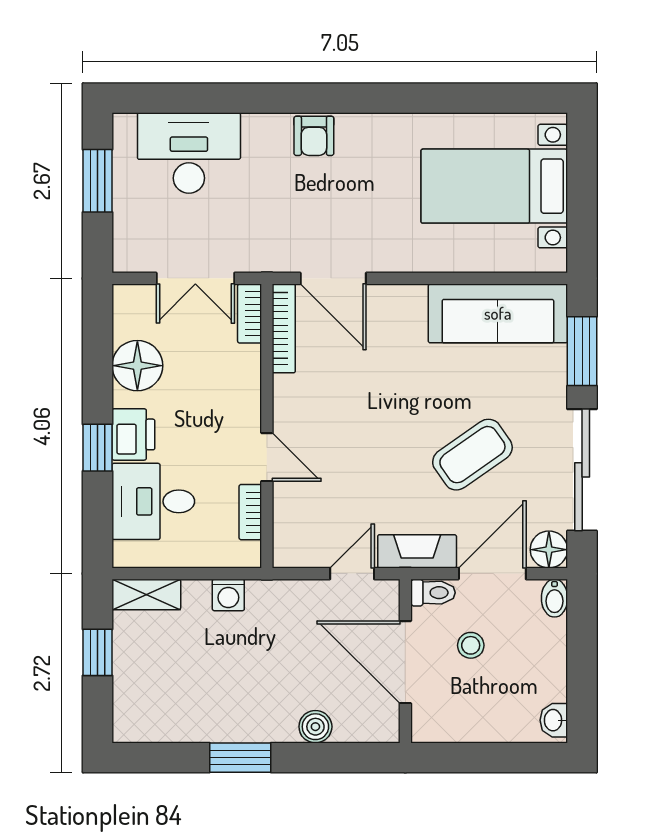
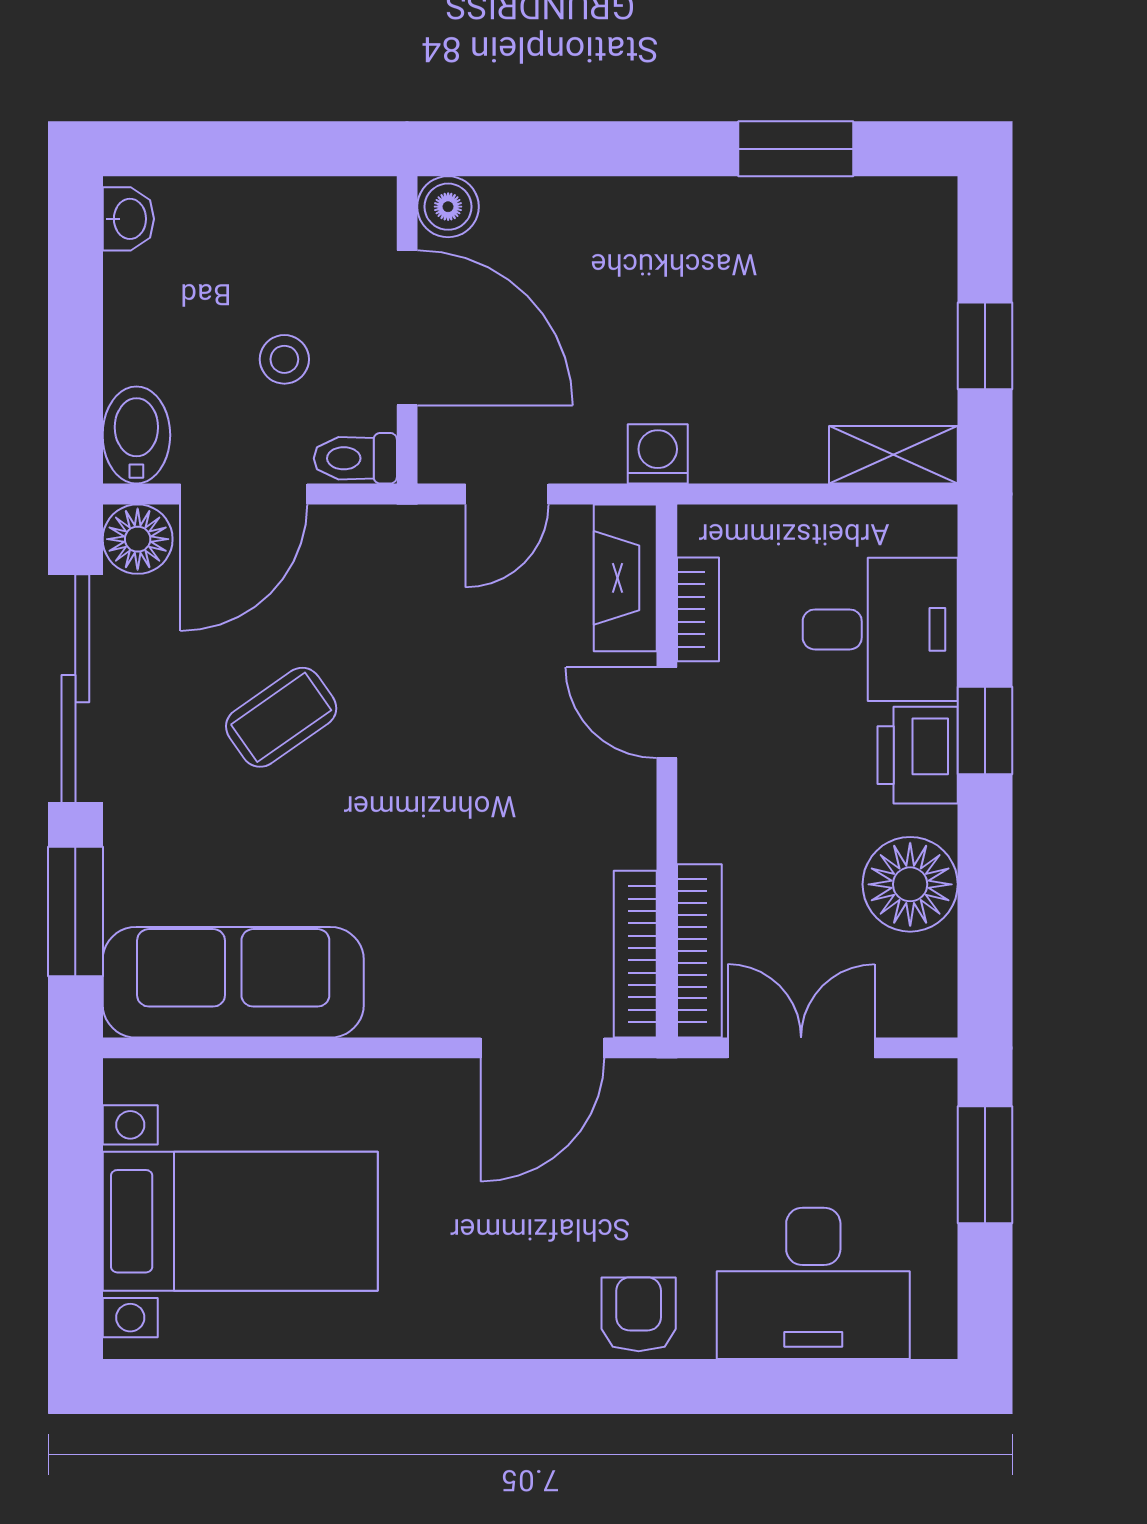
armchair: (314, 136) -> (639, 1314), moved
window: (97, 181) -> (985, 1165), moved
door: (333, 278) -> (542, 1048), swing flipped
bookcase: (250, 314) -> (699, 951), width x1.56
coffee table: (472, 455) -> (281, 717), width x0.73, depth x0.77
fireplace: (417, 551) -> (625, 578), moved, turned 90
washing machine: (228, 595) -> (658, 454), moved
bidet: (554, 598) -> (136, 435), width x1.38, depth x1.36
boiler: (315, 727) -> (448, 207), moved
window: (240, 758) -> (796, 149), moved

